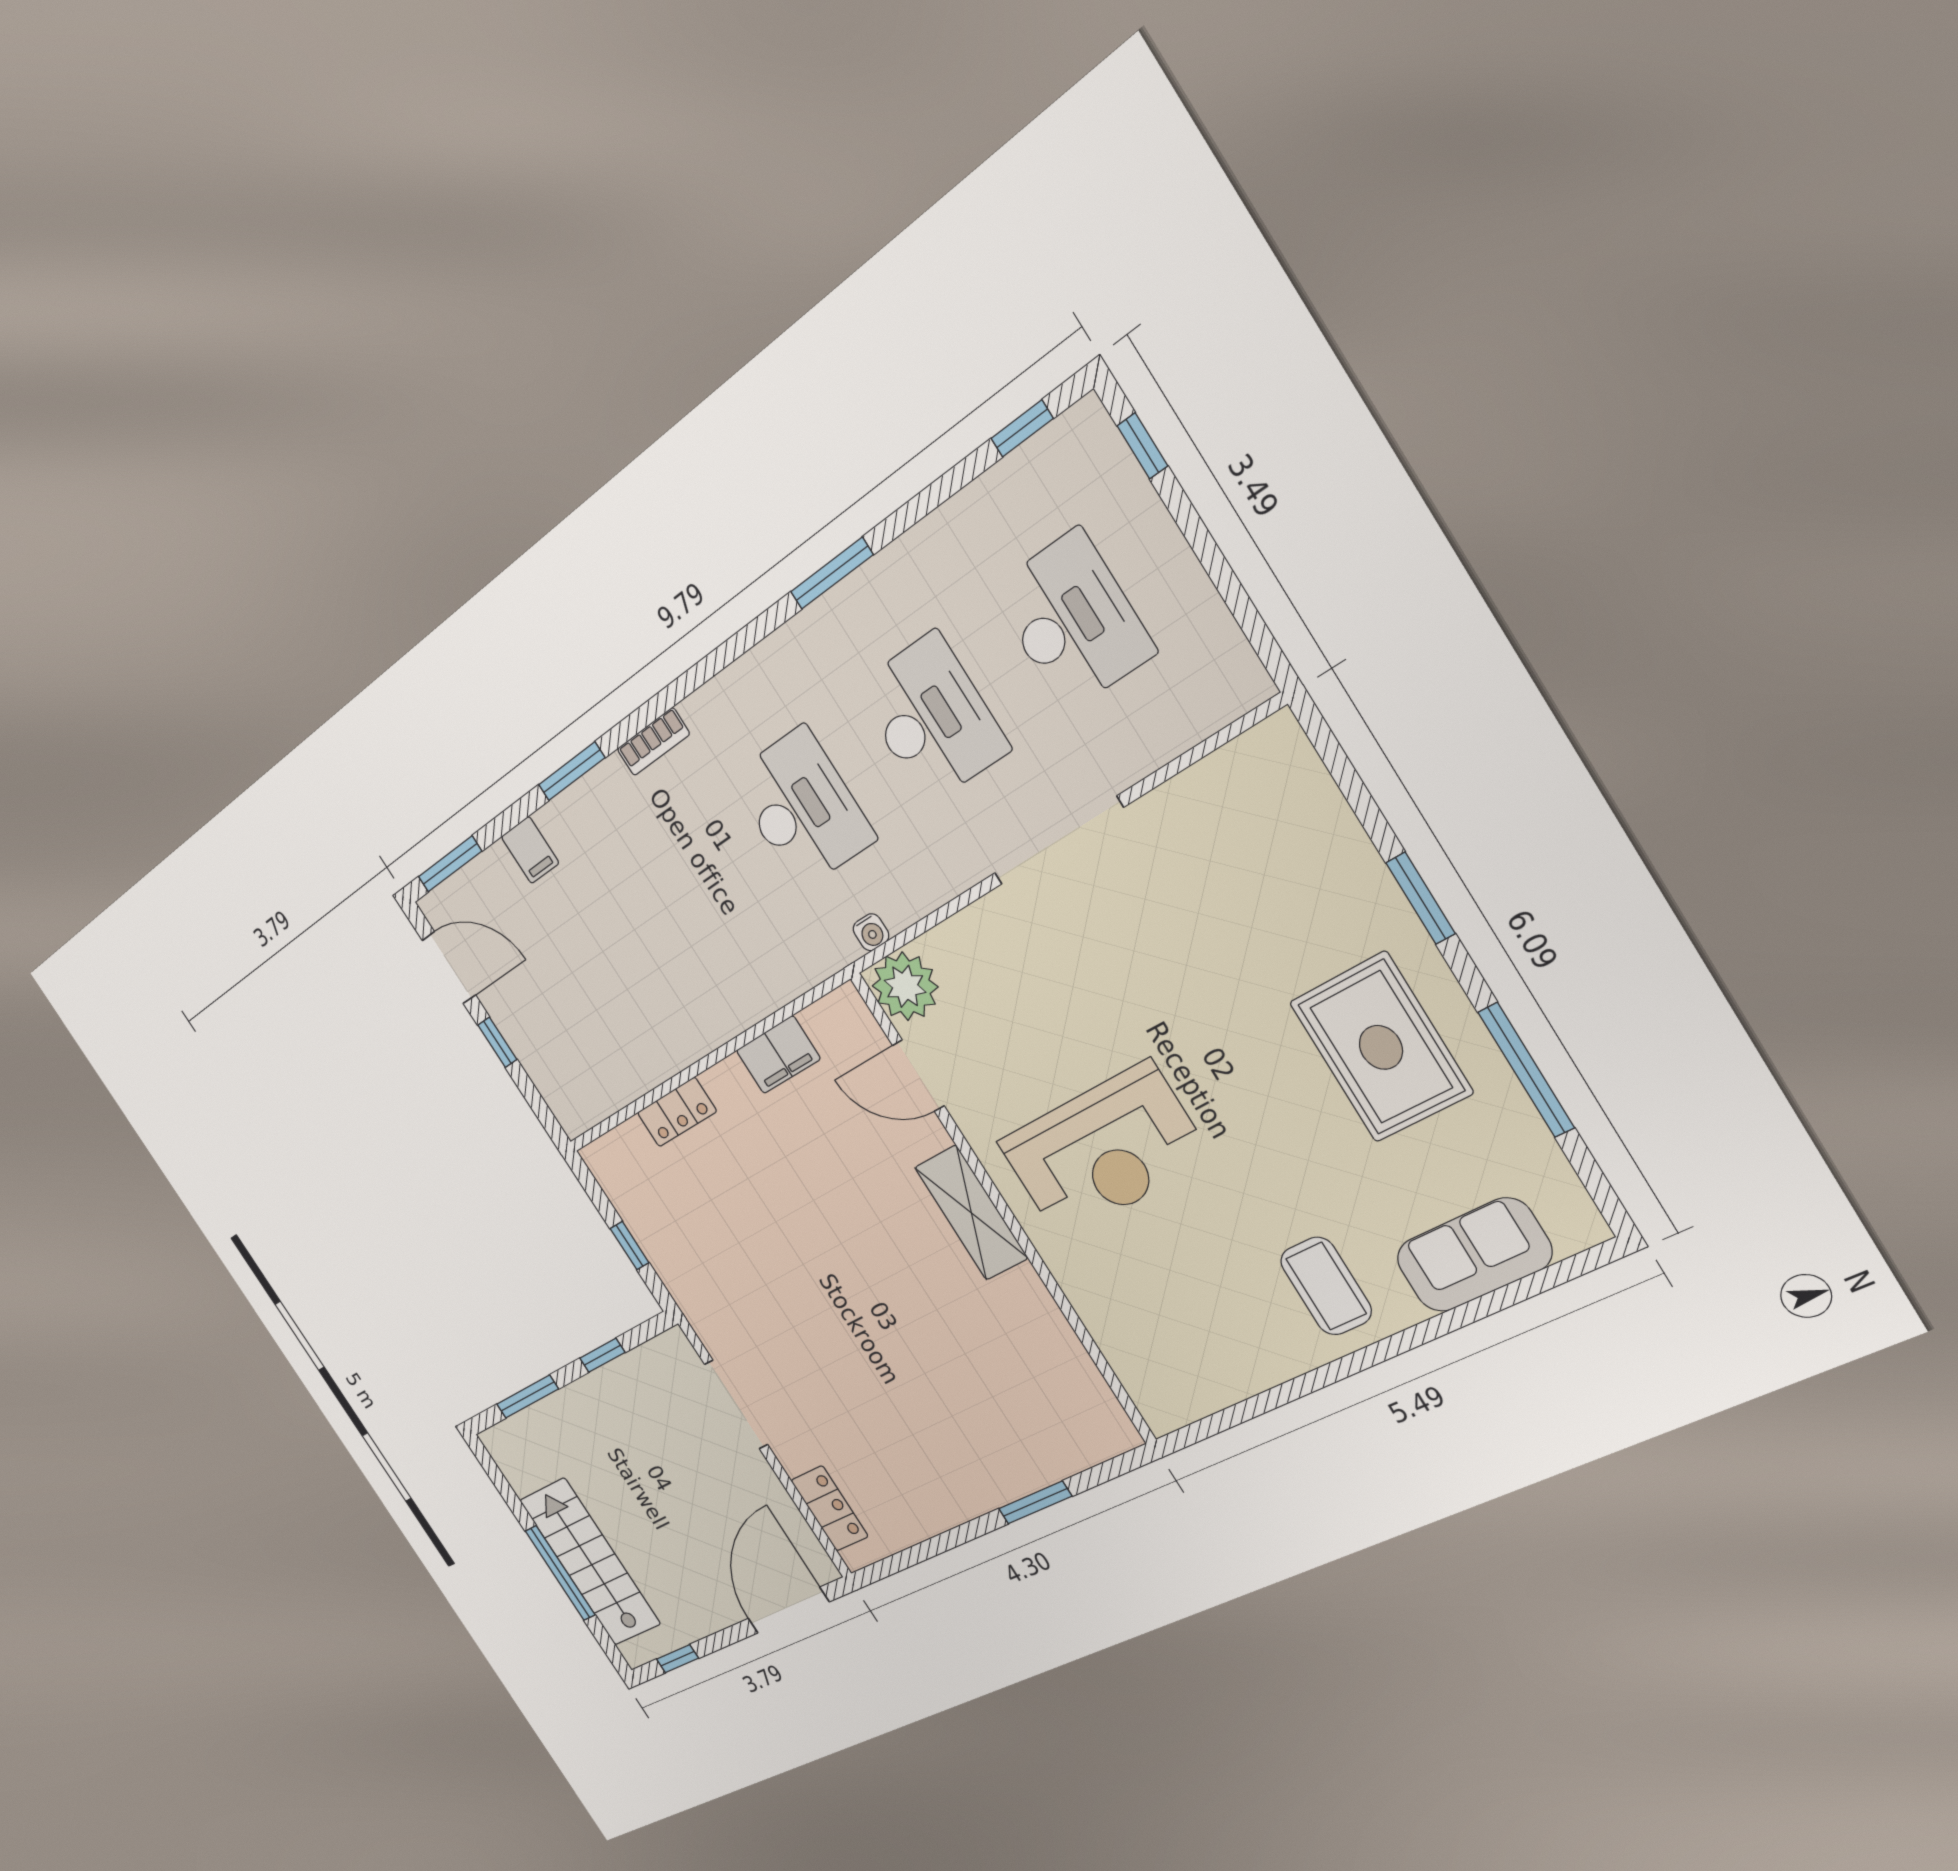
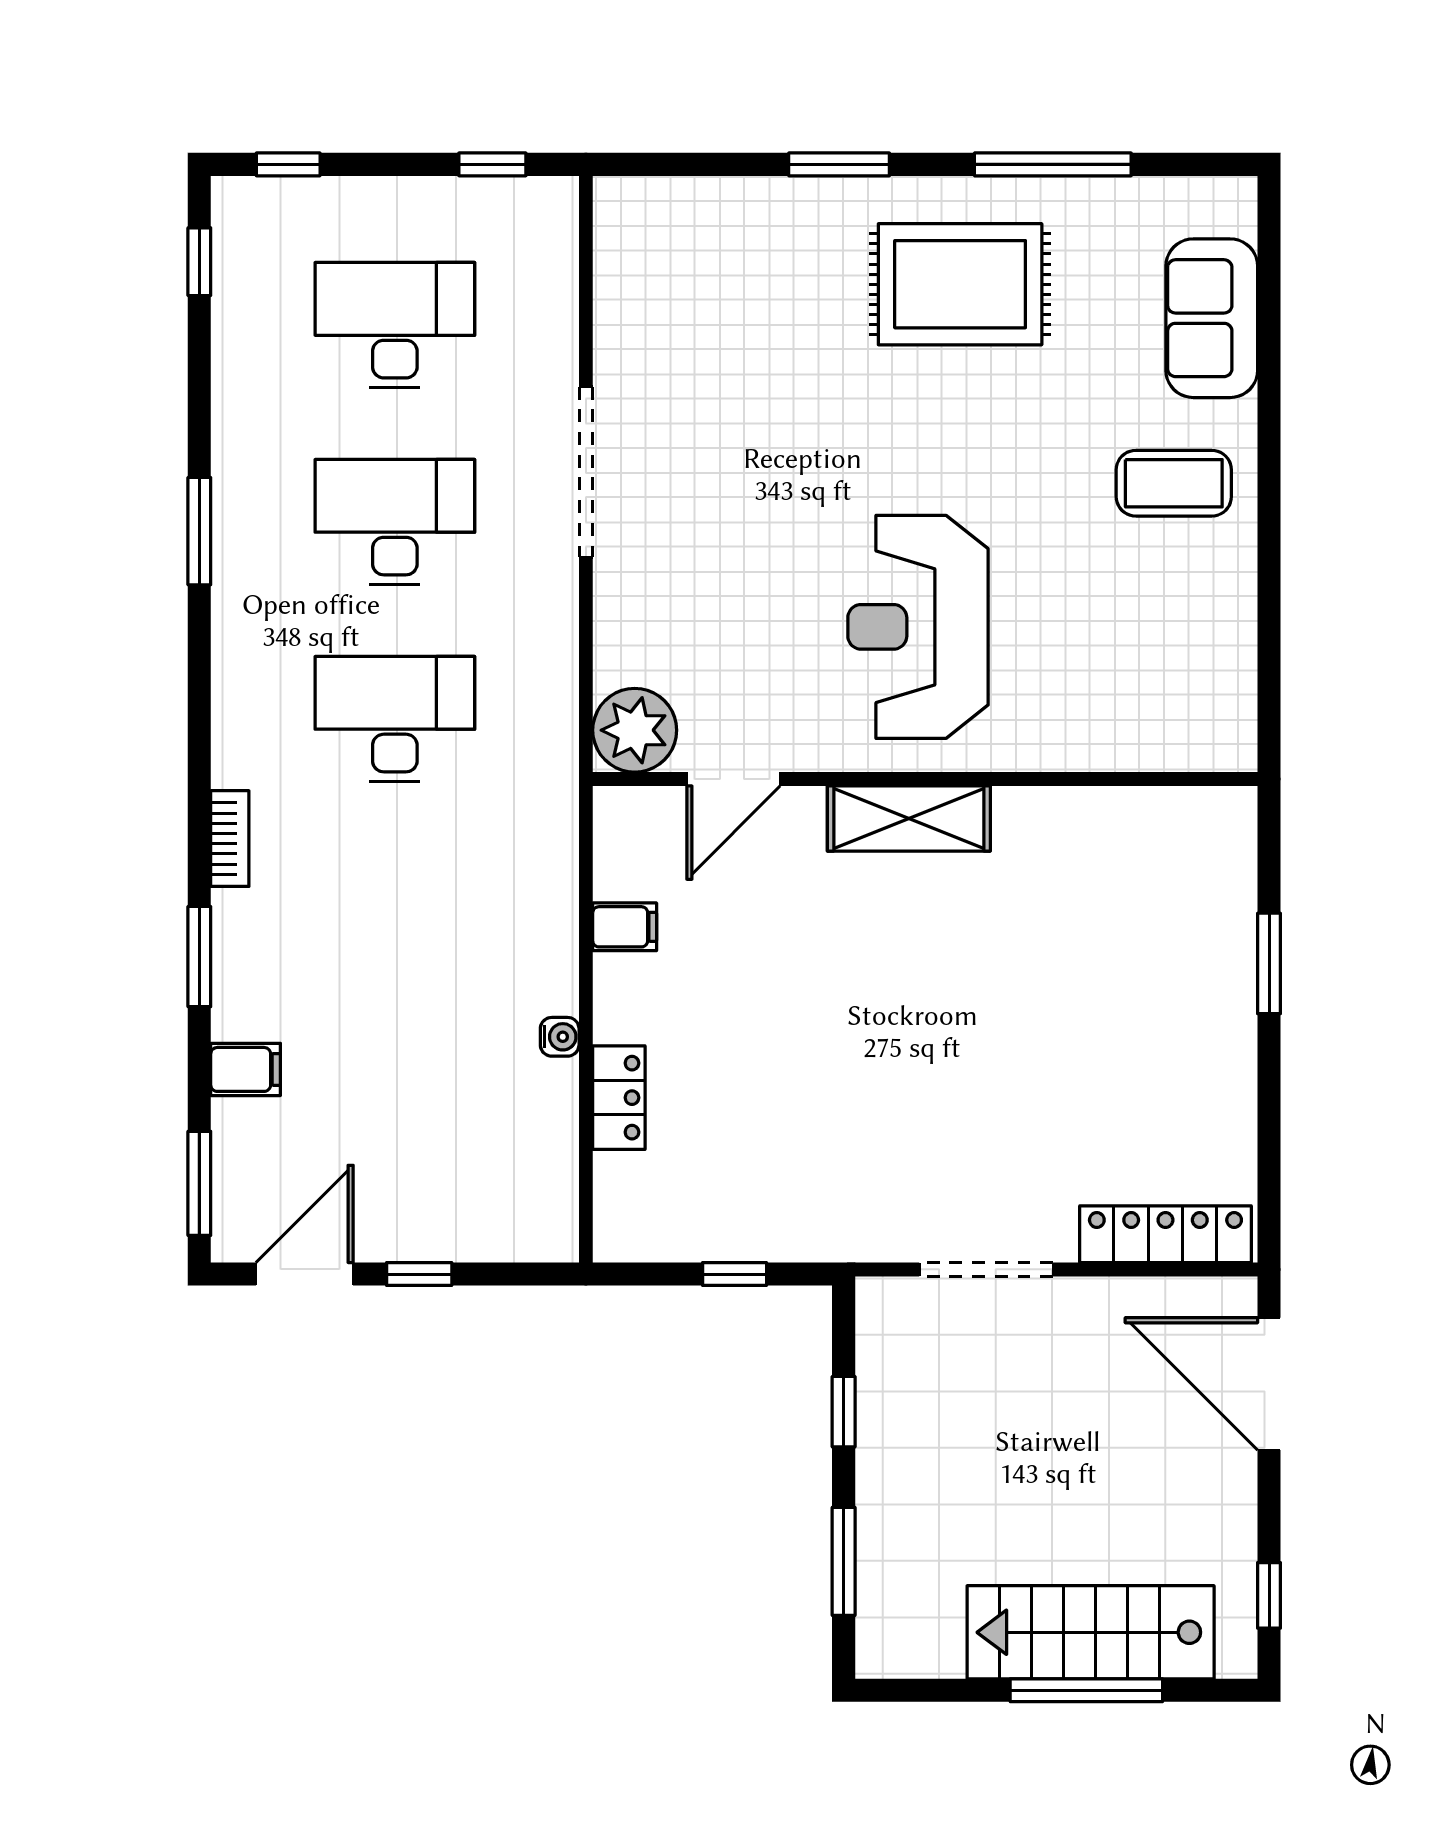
window: (1246, 615) -> (492, 164), added
water cooler: (871, 932) -> (560, 1037), moved
filing cabinet: (778, 1055) -> (625, 927), width x0.50
reception desk: (1104, 1151) -> (918, 627), turned 180
locker: (830, 1508) -> (1165, 1234), width x1.53

